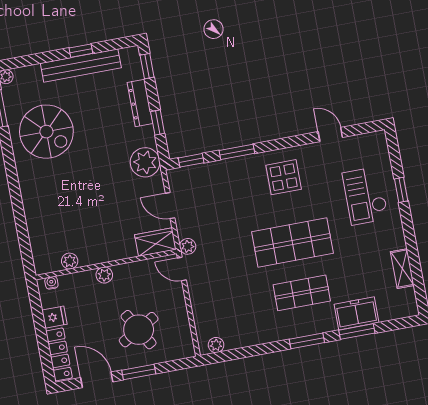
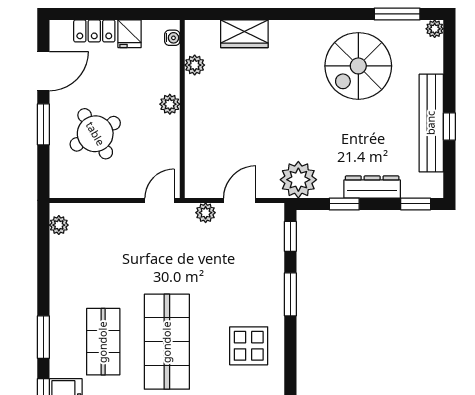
wardrobe: (155, 242) -> (244, 34), moved, turned 90
plant: (188, 246) -> (206, 213), moved
locker: (59, 354) -> (94, 31), width x0.66

